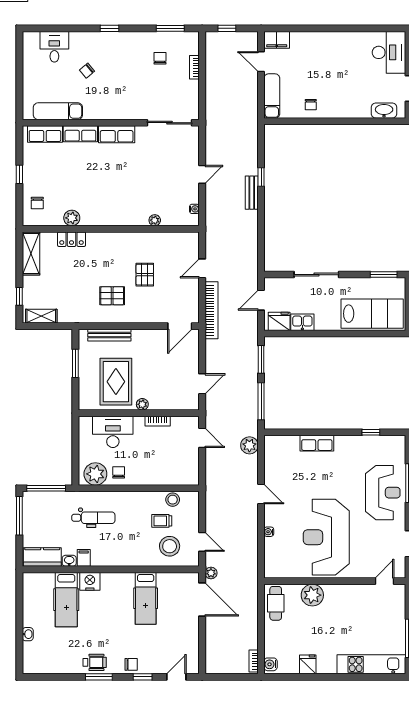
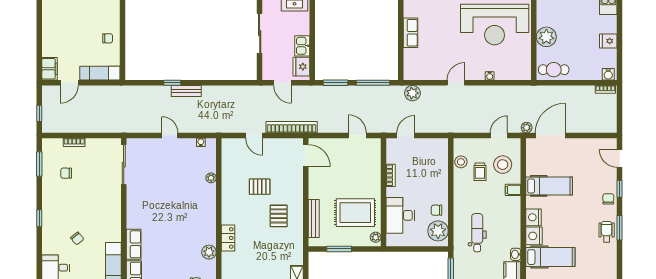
row of seats: (117, 134) -> (134, 212), removed
locker: (72, 239) -> (228, 238), moved
plant: (142, 404) -> (376, 237), moved
filing cabinet: (84, 558) -> (513, 190), moved
nightstand: (111, 581) -> (534, 217), added

